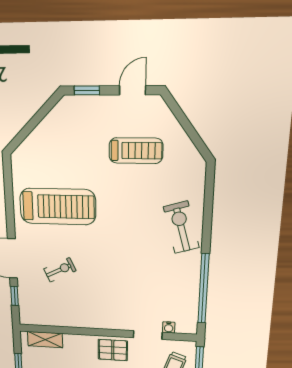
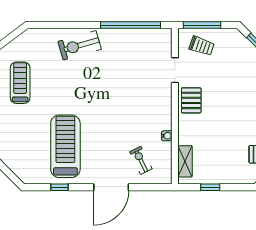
exercise bike: (60, 270) -> (141, 160), moved
window: (15, 296) -> (59, 187), moved
water cooler: (169, 327) -> (167, 136), moved

